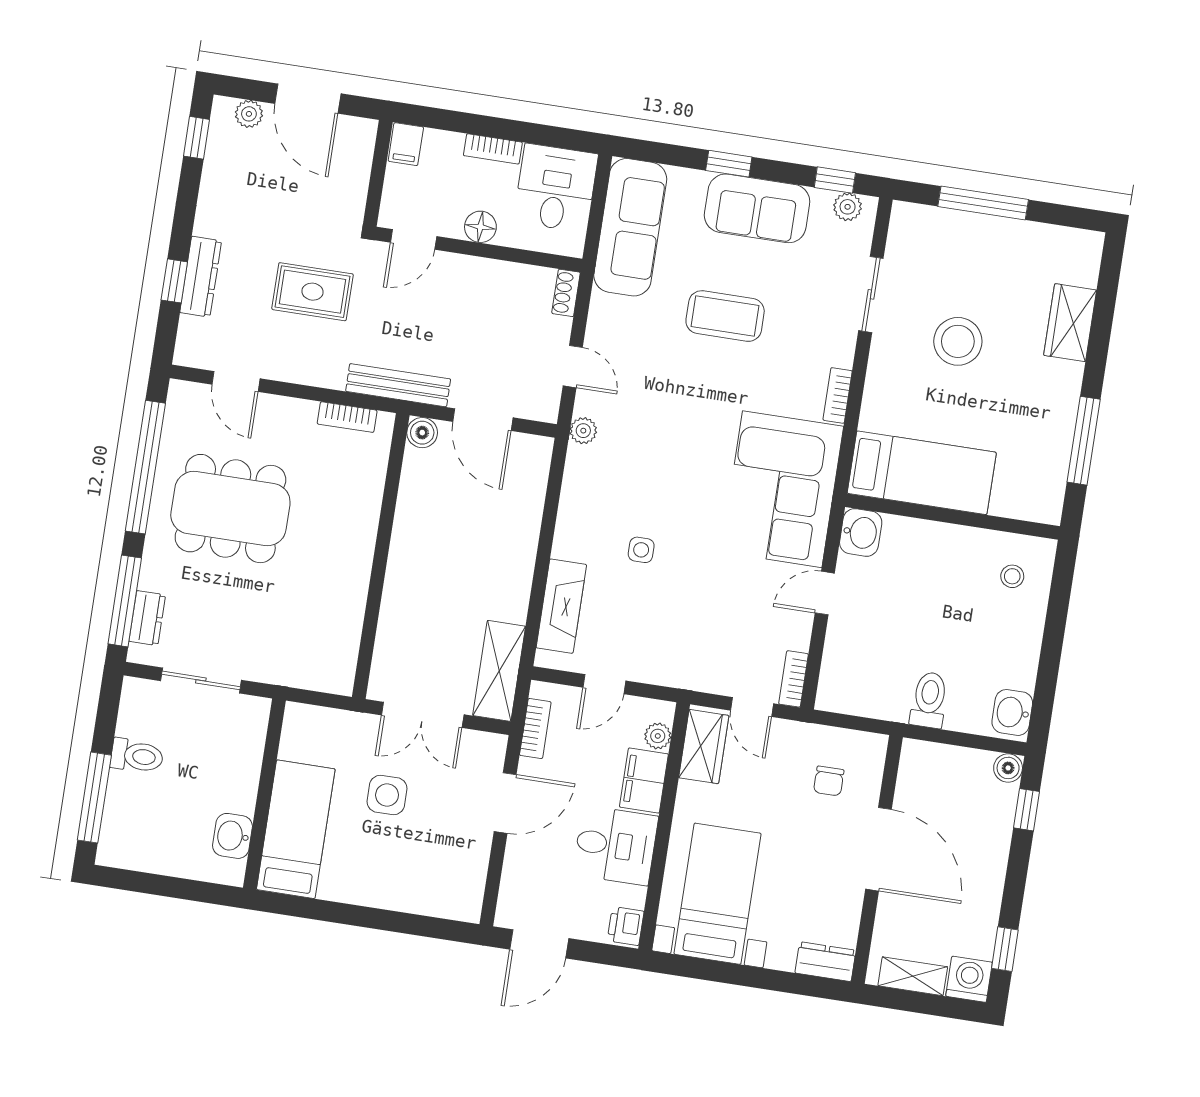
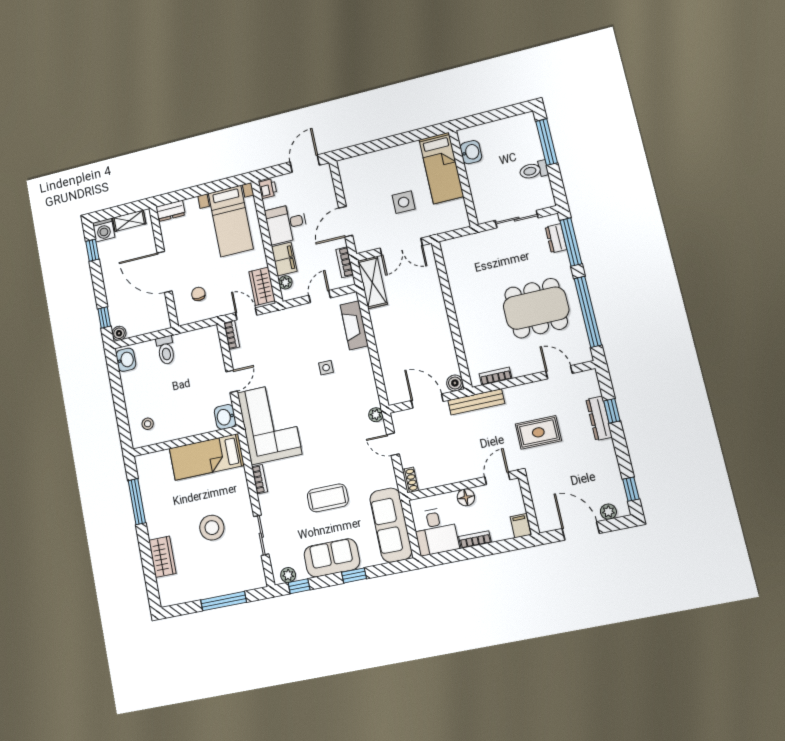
double door: (423, 715) -> (401, 247), swing flipped

